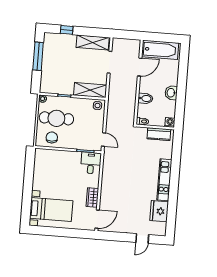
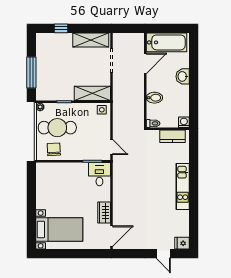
window: (38, 56) -> (31, 73), moved
washbasin: (171, 93) -> (183, 76), moved
fridge: (159, 211) -> (182, 243), moved, width x0.53, depth x0.75
door: (142, 238) -> (163, 254), hinge flipped

